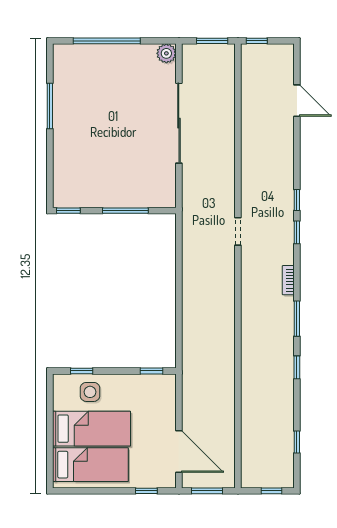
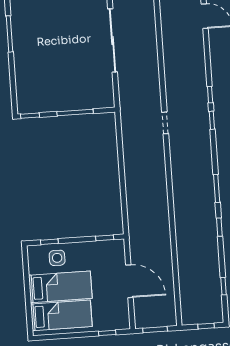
bookcase: (288, 280) -> (208, 159), removed
door: (179, 452) -> (129, 281), moved

